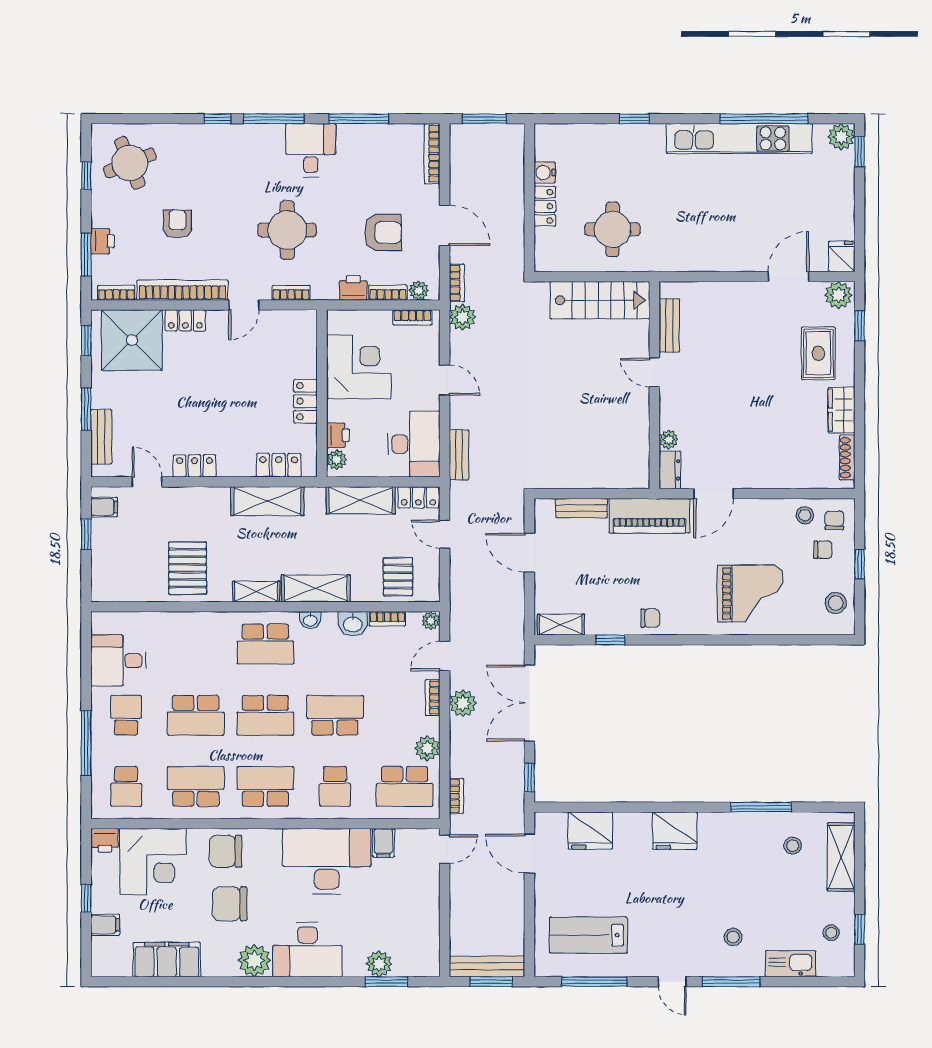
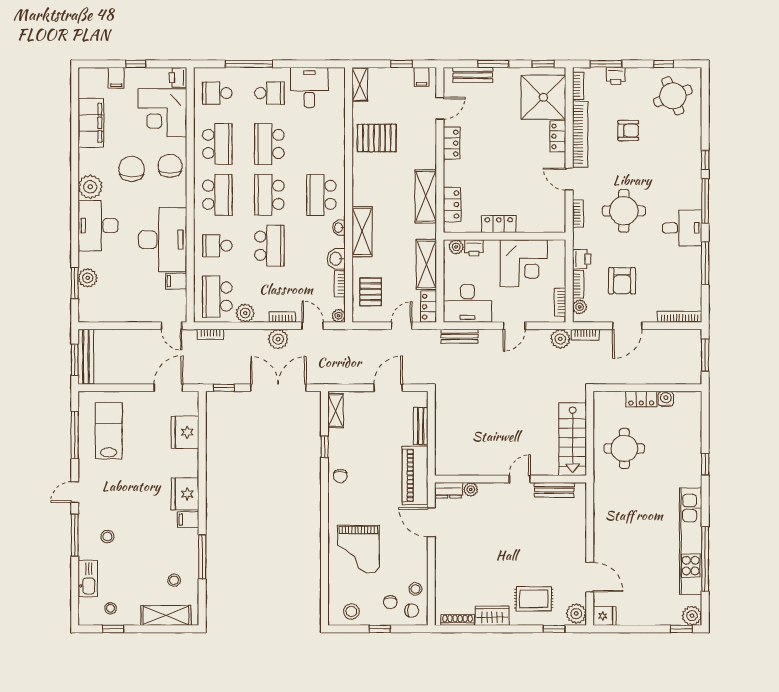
pallet: (398, 577) -> (371, 292), turned 90
shelving: (256, 592) -> (360, 84), moved
filing cabinet: (710, 826) -> (188, 520), added

